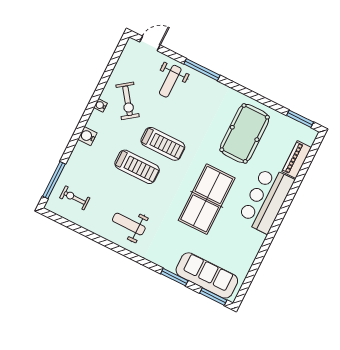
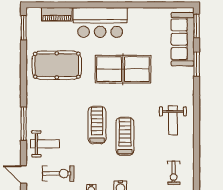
exercise bike: (128, 101) -> (58, 174), moved, turned 36

